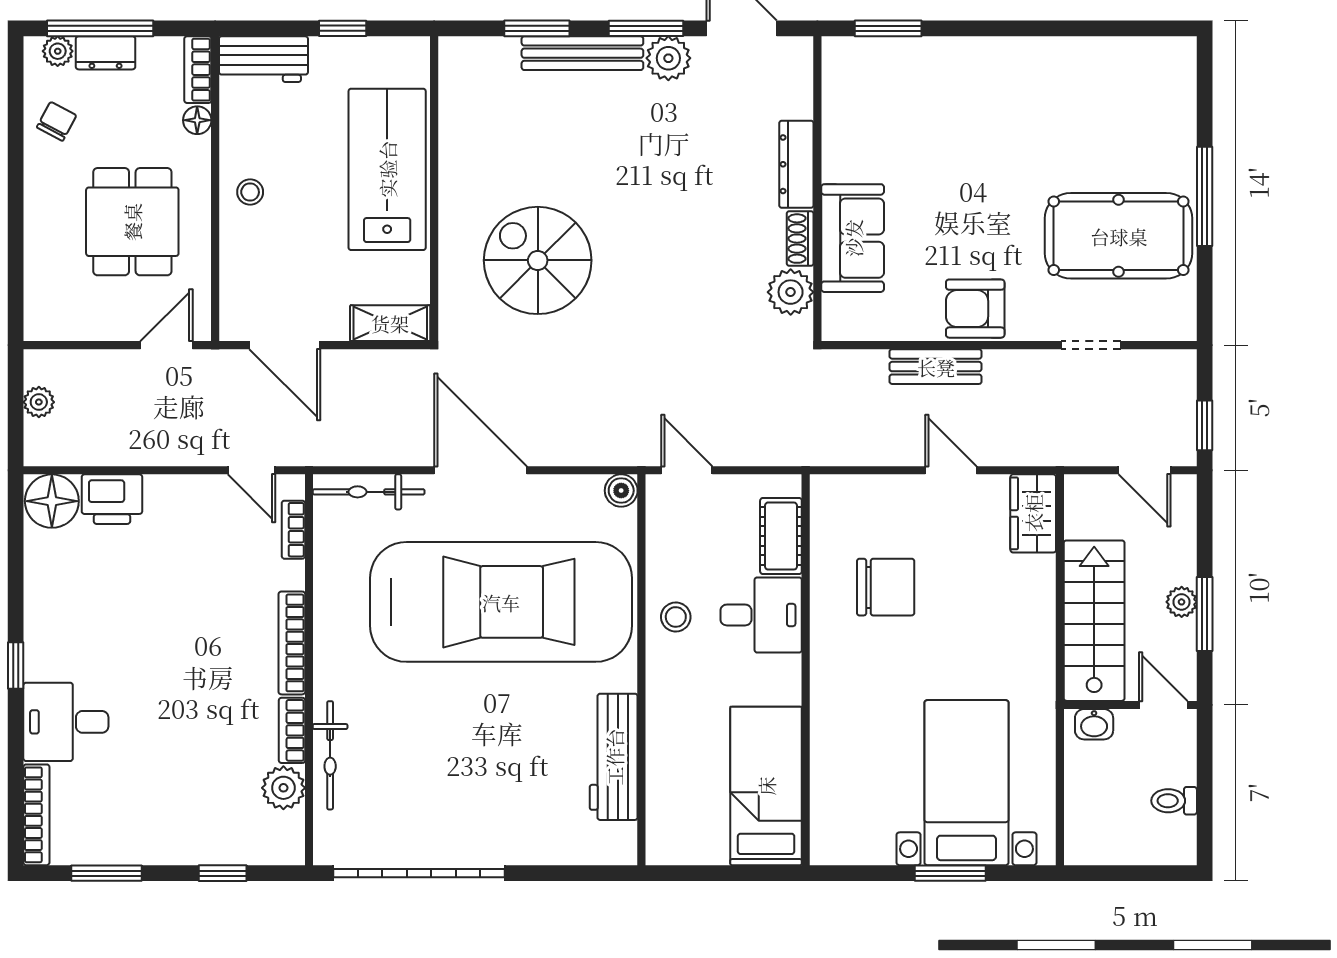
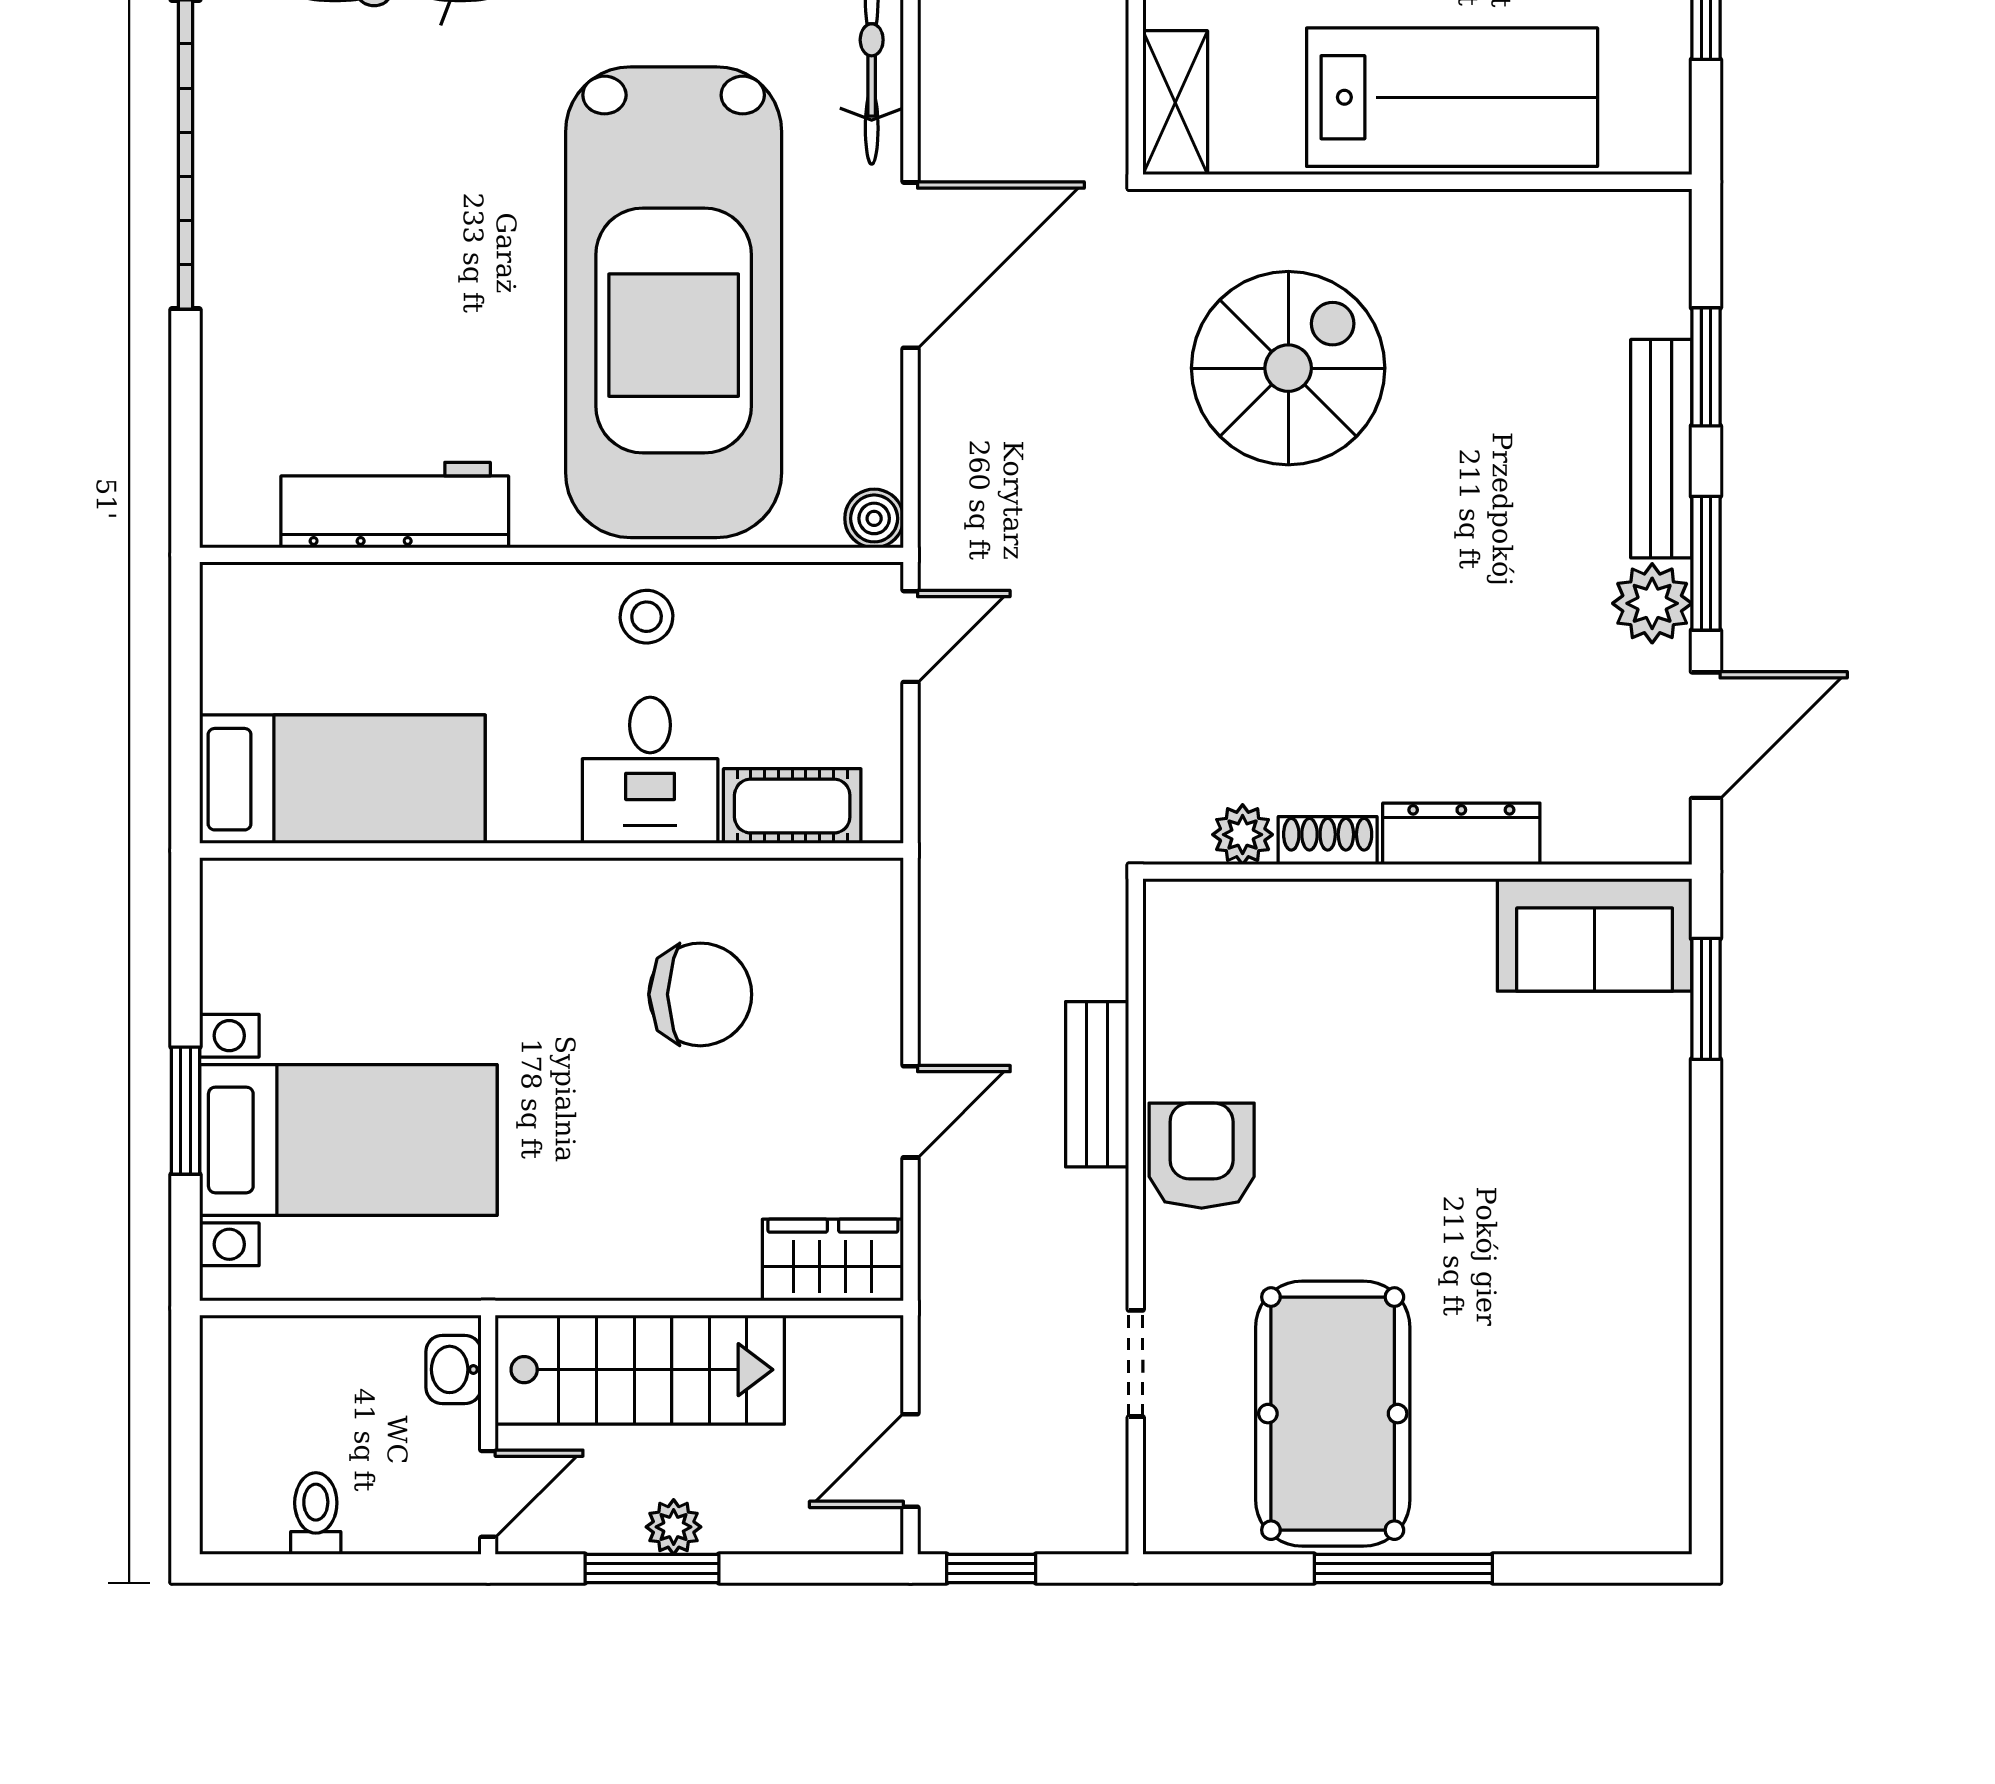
sofa: (853, 238) -> (1595, 935), moved
plant: (791, 292) -> (1243, 835), width x0.73, depth x0.73
chair: (886, 587) -> (700, 994), turned -90

